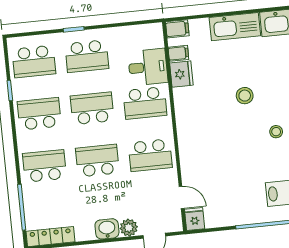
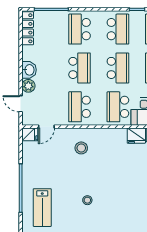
stool: (245, 96) -> (81, 148), moved
school desk: (45, 166) -> (80, 29), turned 180

